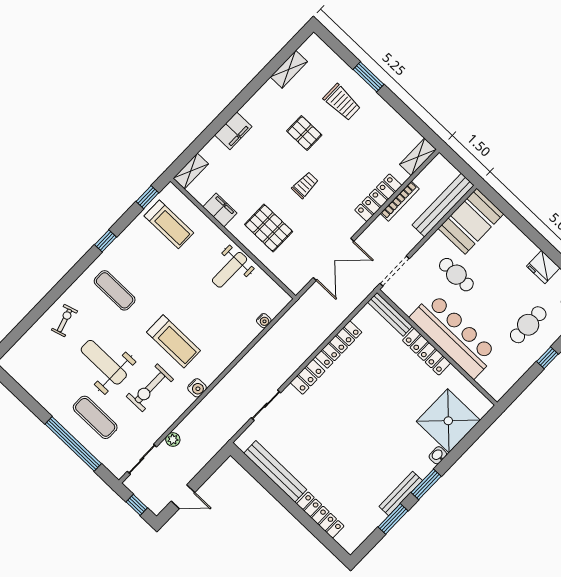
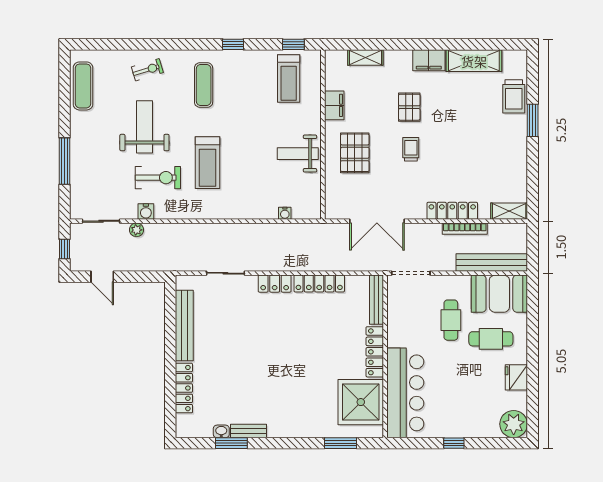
shelving: (289, 69) -> (474, 61), width x1.50, depth x1.33
trolley: (342, 102) -> (514, 96), moved
filing cabinet: (233, 131) -> (429, 60), moved
pallet: (304, 133) -> (409, 107), moved
shelving: (191, 171) -> (365, 57), moved
trolley: (305, 185) -> (411, 149), turned -90
cafe table: (528, 325) -> (491, 339), moved
bar counter: (454, 335) -> (405, 393), moved
exercise bike: (150, 388) -> (158, 178), turned 180
water cooler: (197, 388) -> (146, 212), moved
exercise mat: (95, 417) -> (83, 86), moved
shower: (448, 421) -> (361, 402), moved
window: (73, 444) -> (64, 161), width x0.68
washbasin: (438, 455) -> (221, 431), moved
window: (426, 484) -> (340, 443), moved
bench: (401, 493) -> (248, 431), width x0.73

